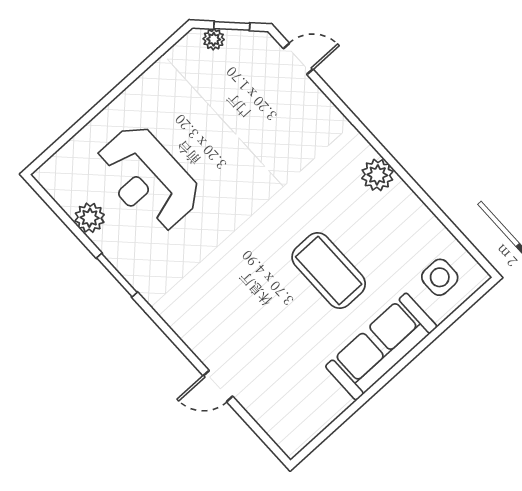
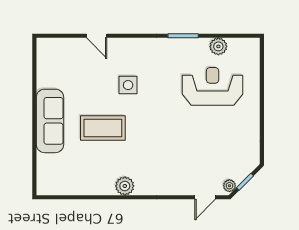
plant: (214, 39) -> (229, 186), moved
side table: (440, 277) -> (128, 85), moved
door: (218, 386) -> (97, 36), swing flipped

